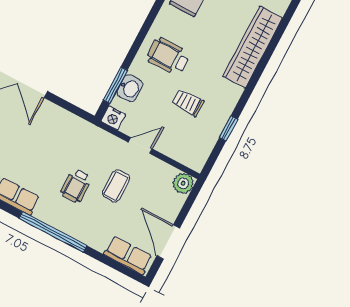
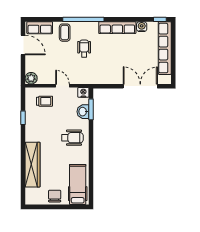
trolley: (188, 102) -> (45, 101), moved
door: (140, 146) -> (63, 86), swing flipped
coffee table: (116, 186) -> (65, 33), moved

